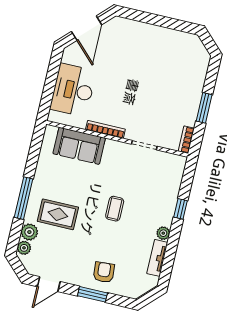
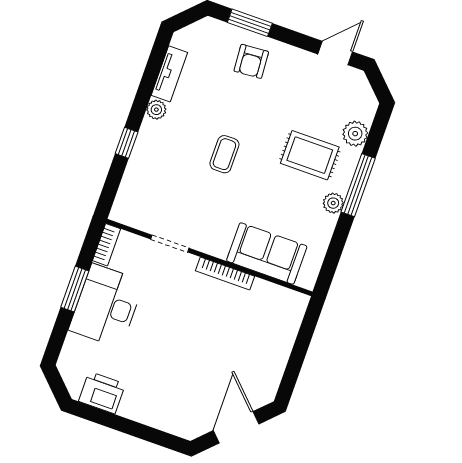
printer: (178, 41) -> (102, 393), added
desk: (73, 90) -> (106, 306), moved, turned 180
plant: (24, 248) -> (333, 203), moved
window: (92, 294) -> (250, 23), moved

